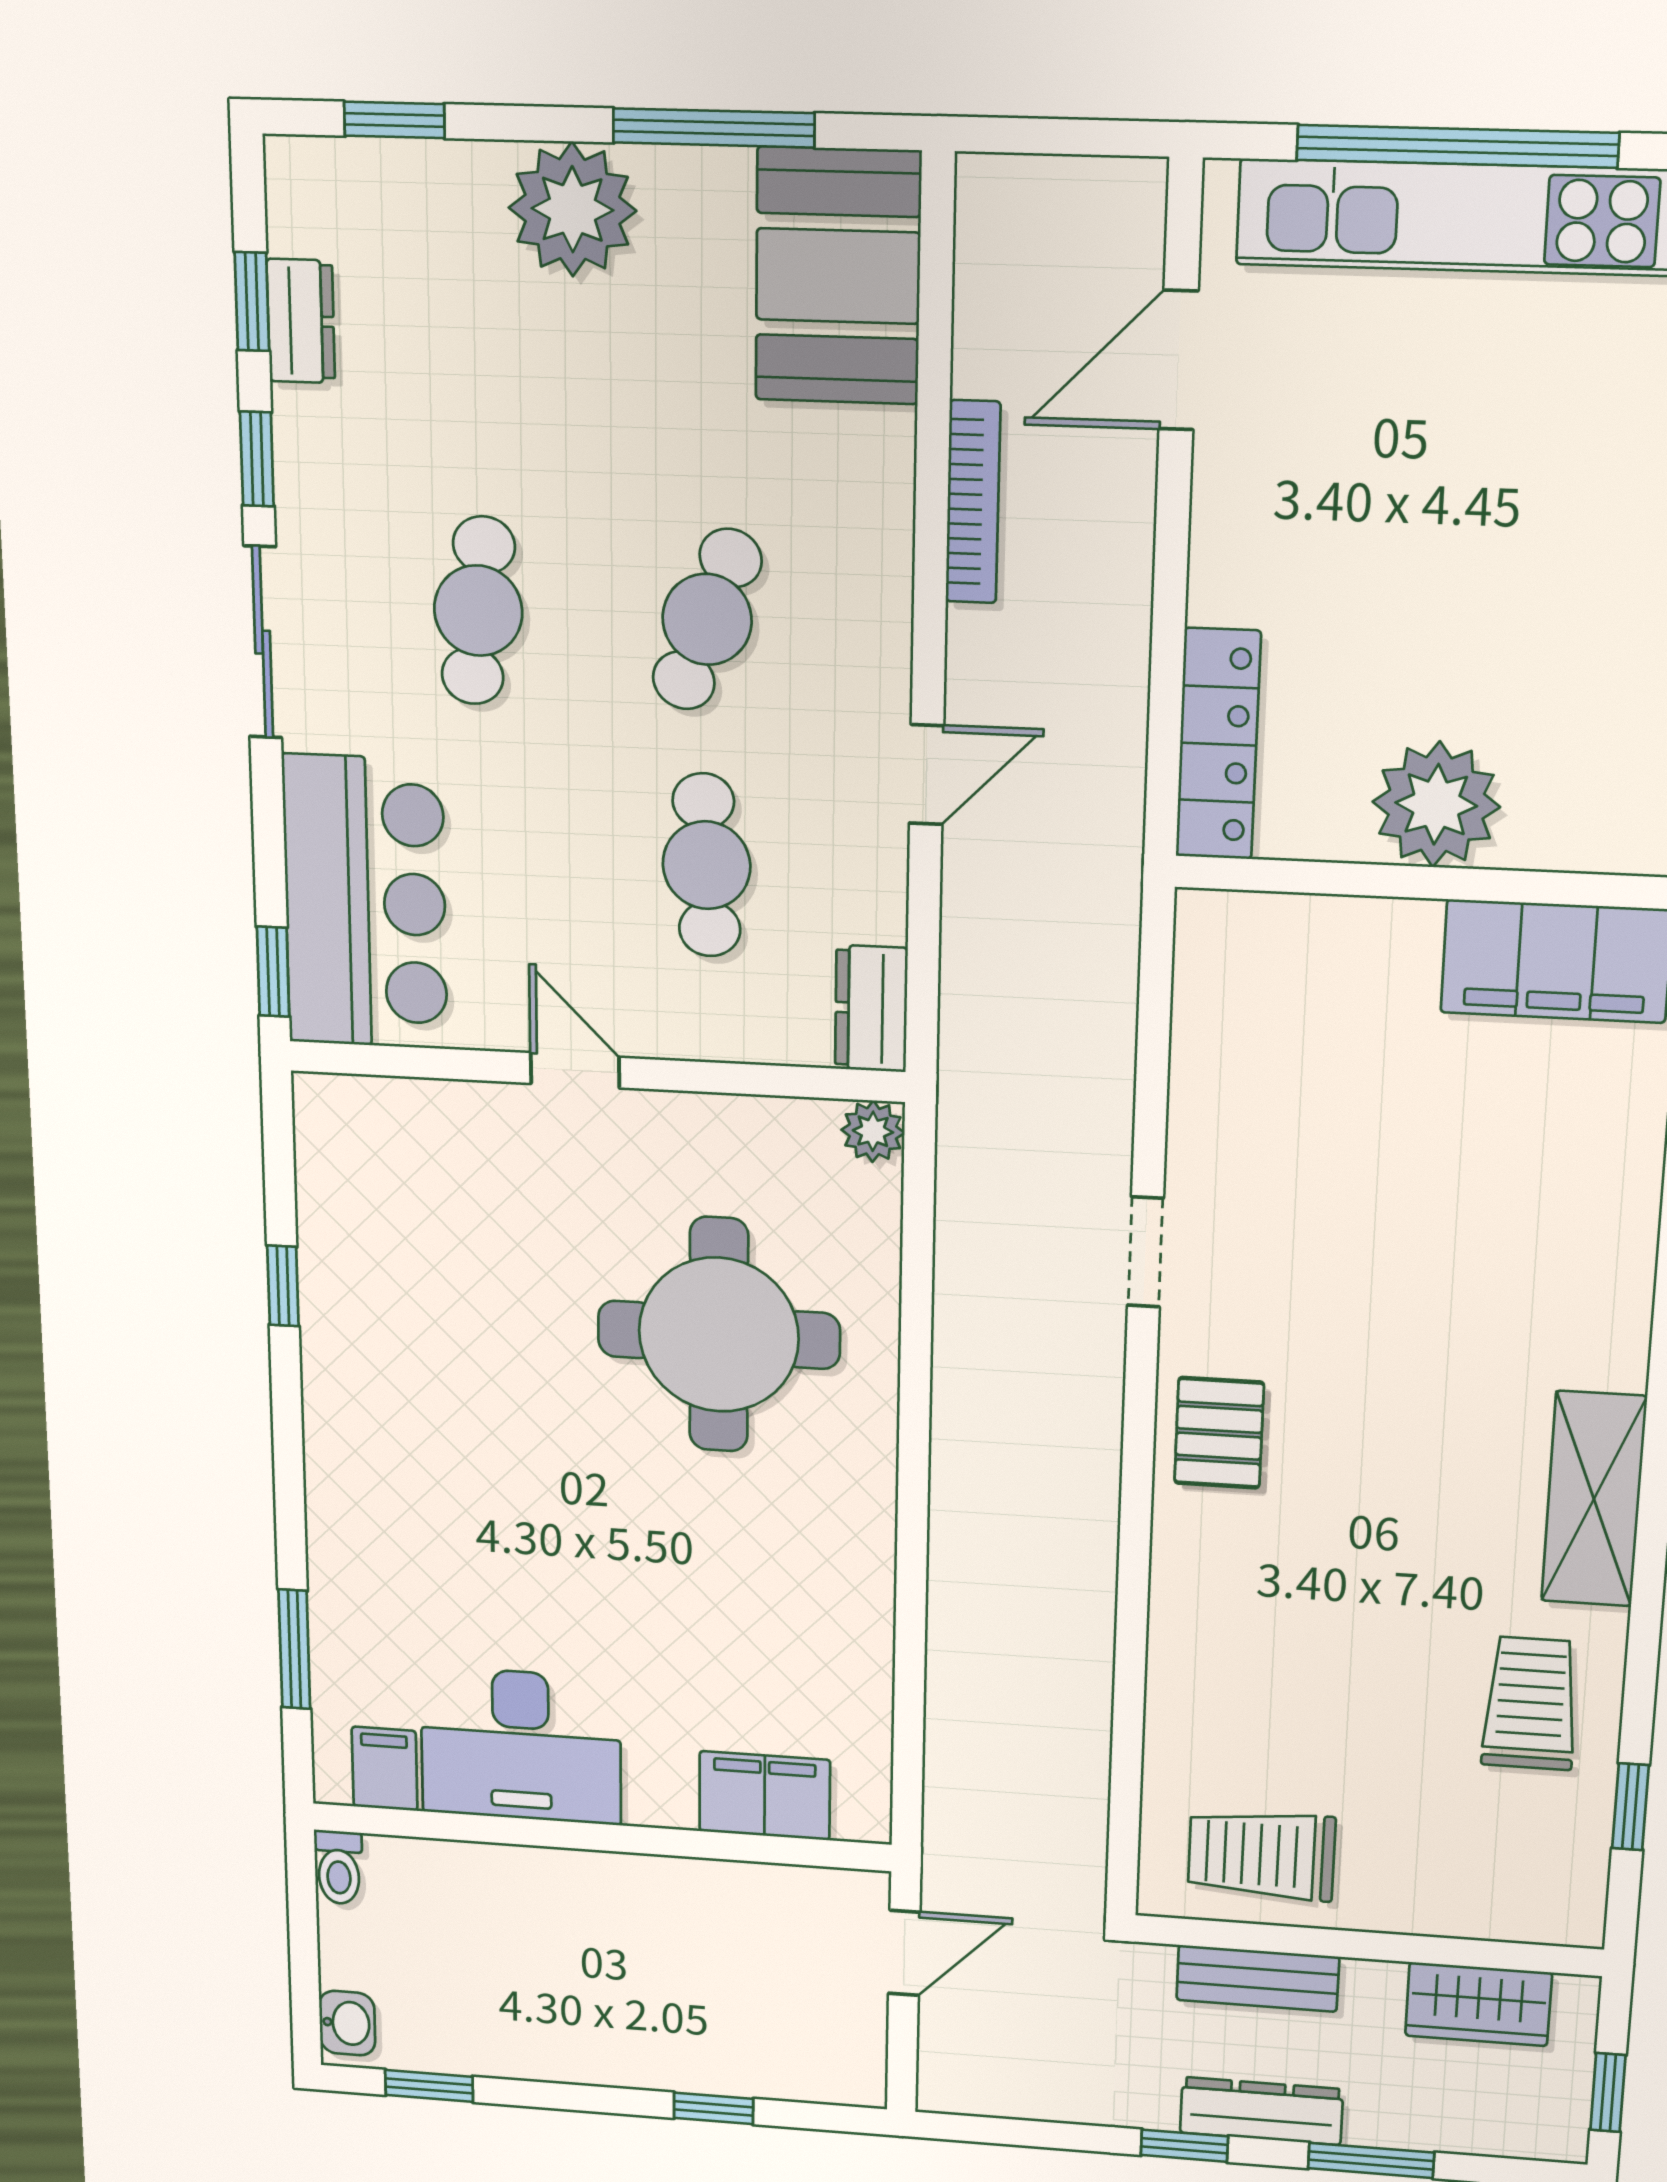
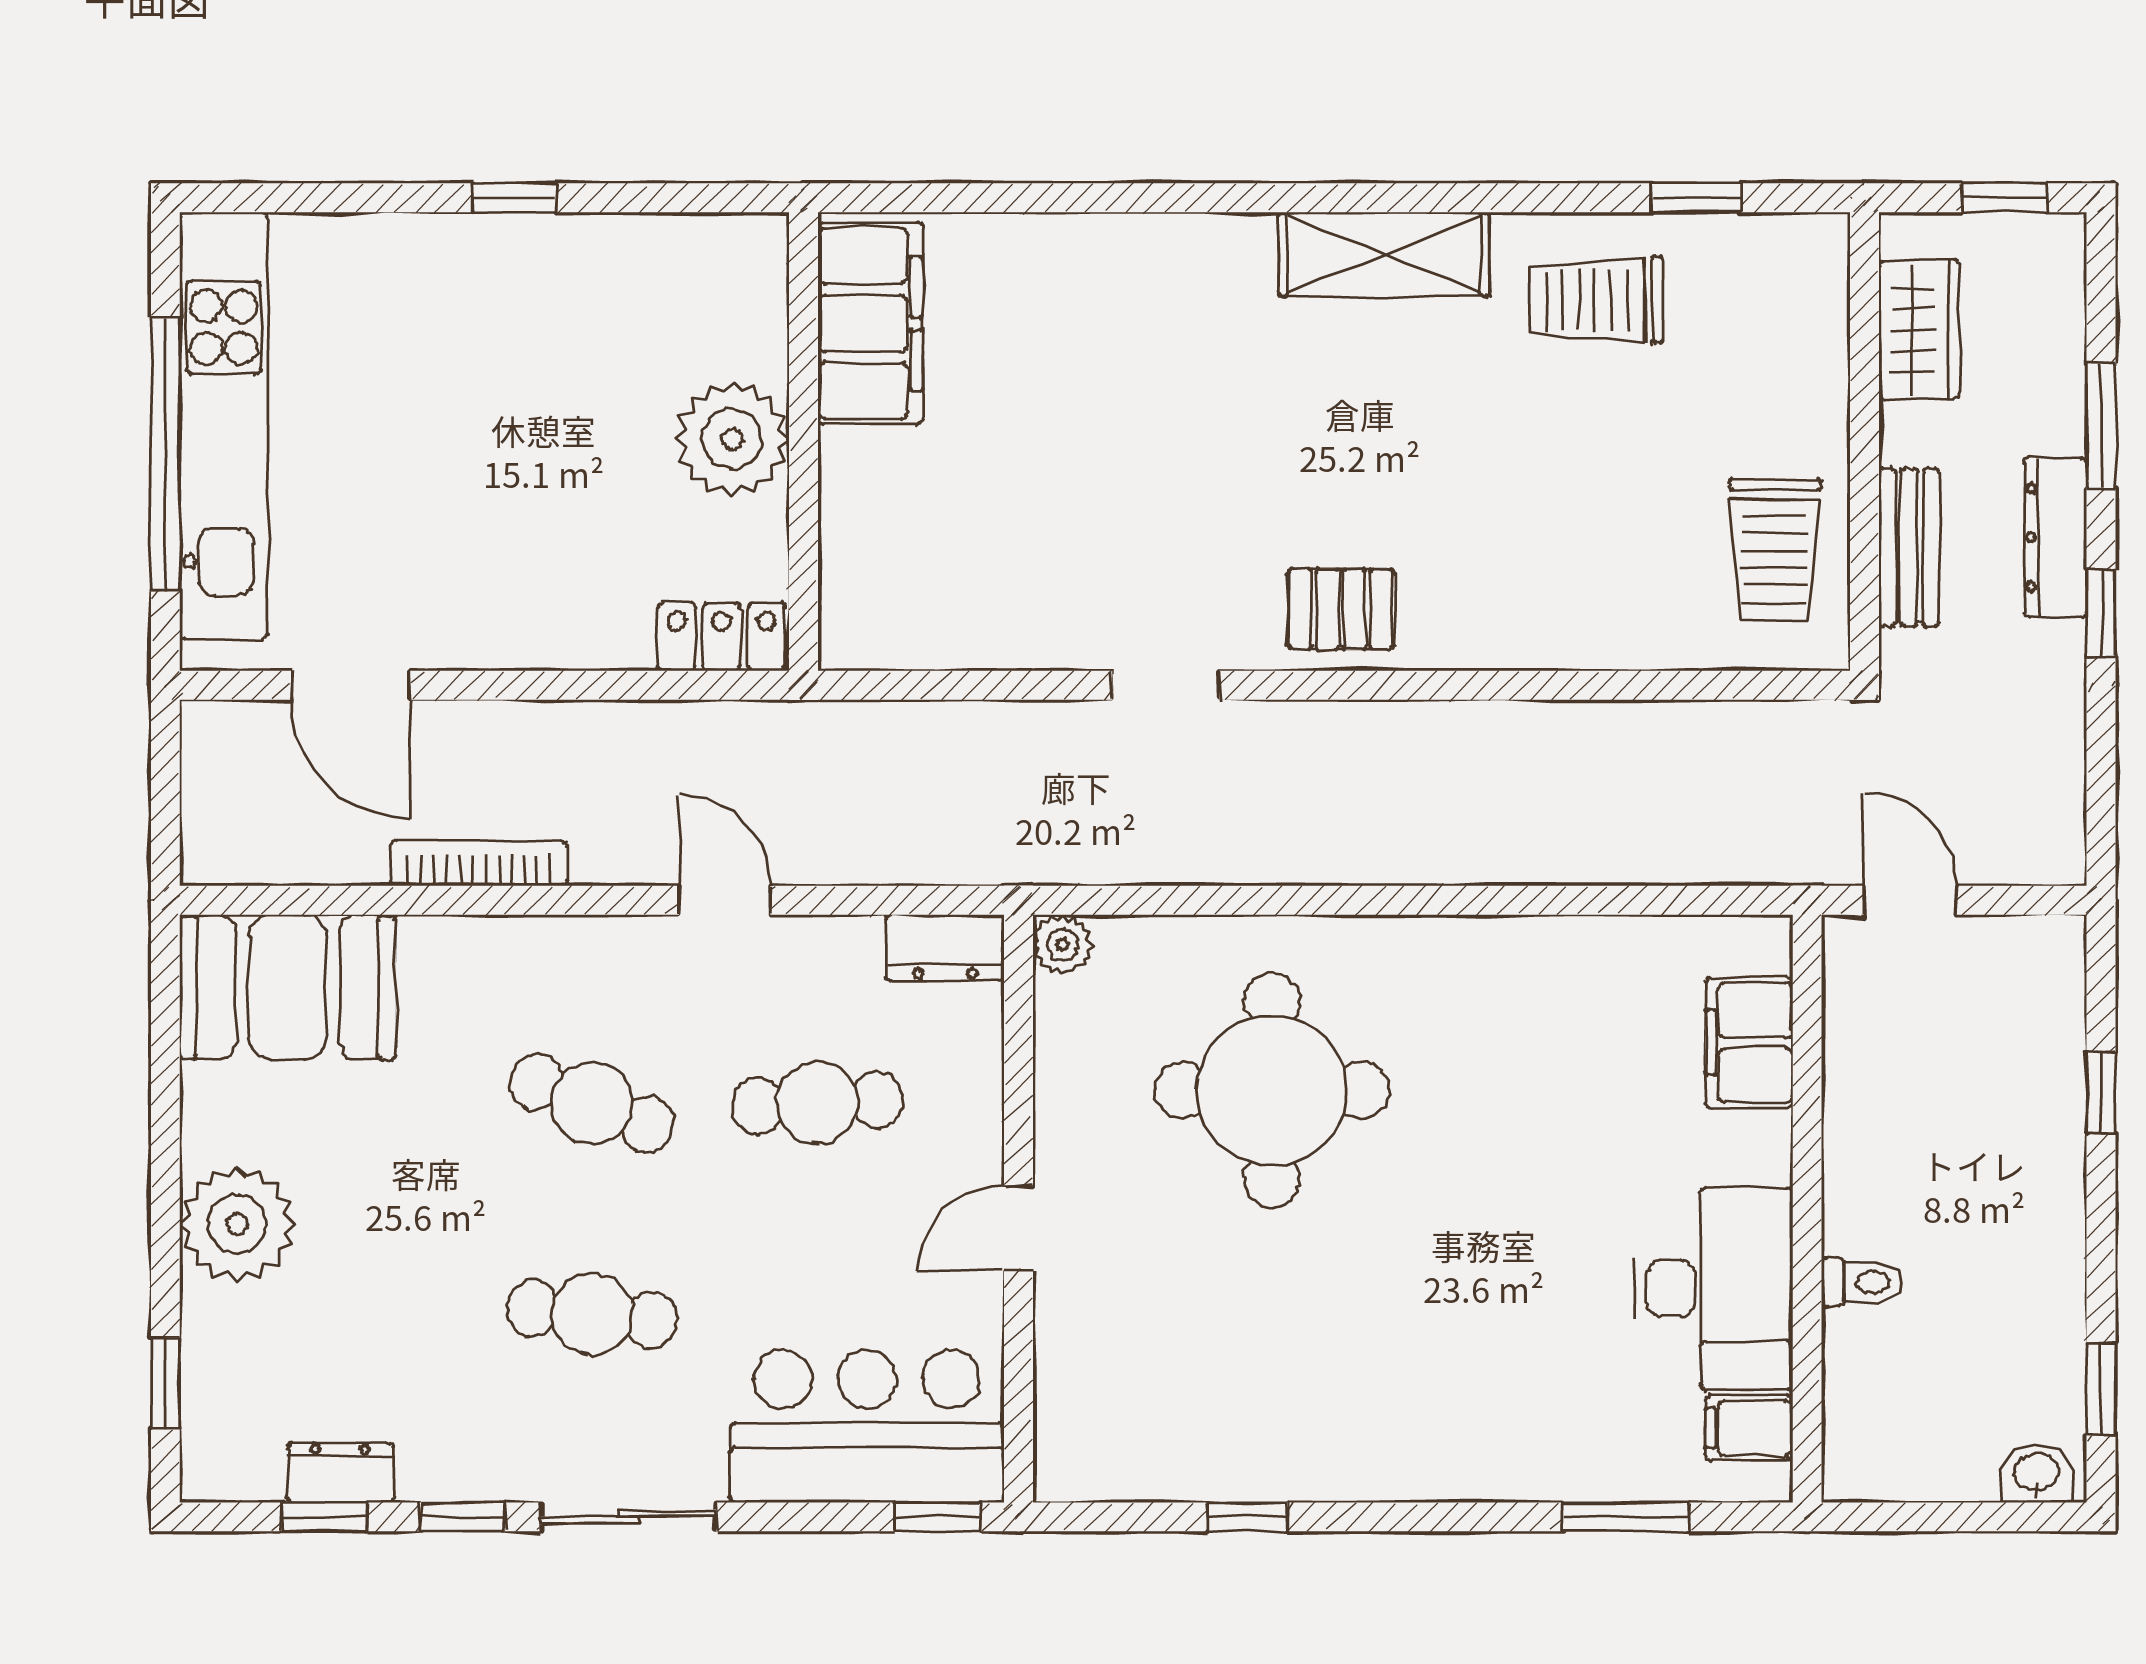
window: (714, 128) -> (165, 1098), removed
locker: (1218, 744) -> (722, 637), width x0.66
toilet: (339, 1867) -> (1861, 1282), moved

